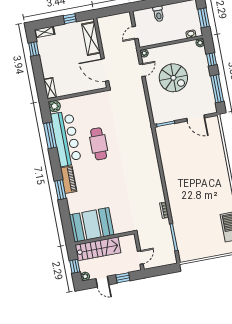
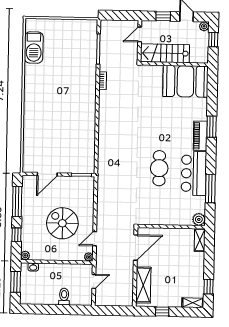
door: (105, 70) -> (135, 248), hinge flipped
door: (196, 118) -> (47, 174), swing flipped
bar counter: (66, 139) -> (194, 173), width x0.73
stairs: (98, 249) -> (165, 53), moved

